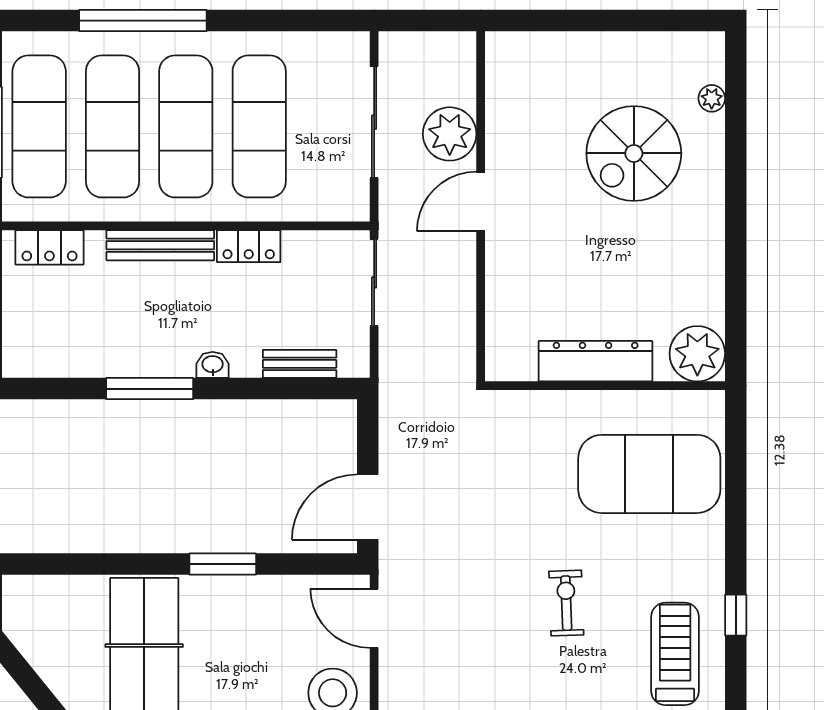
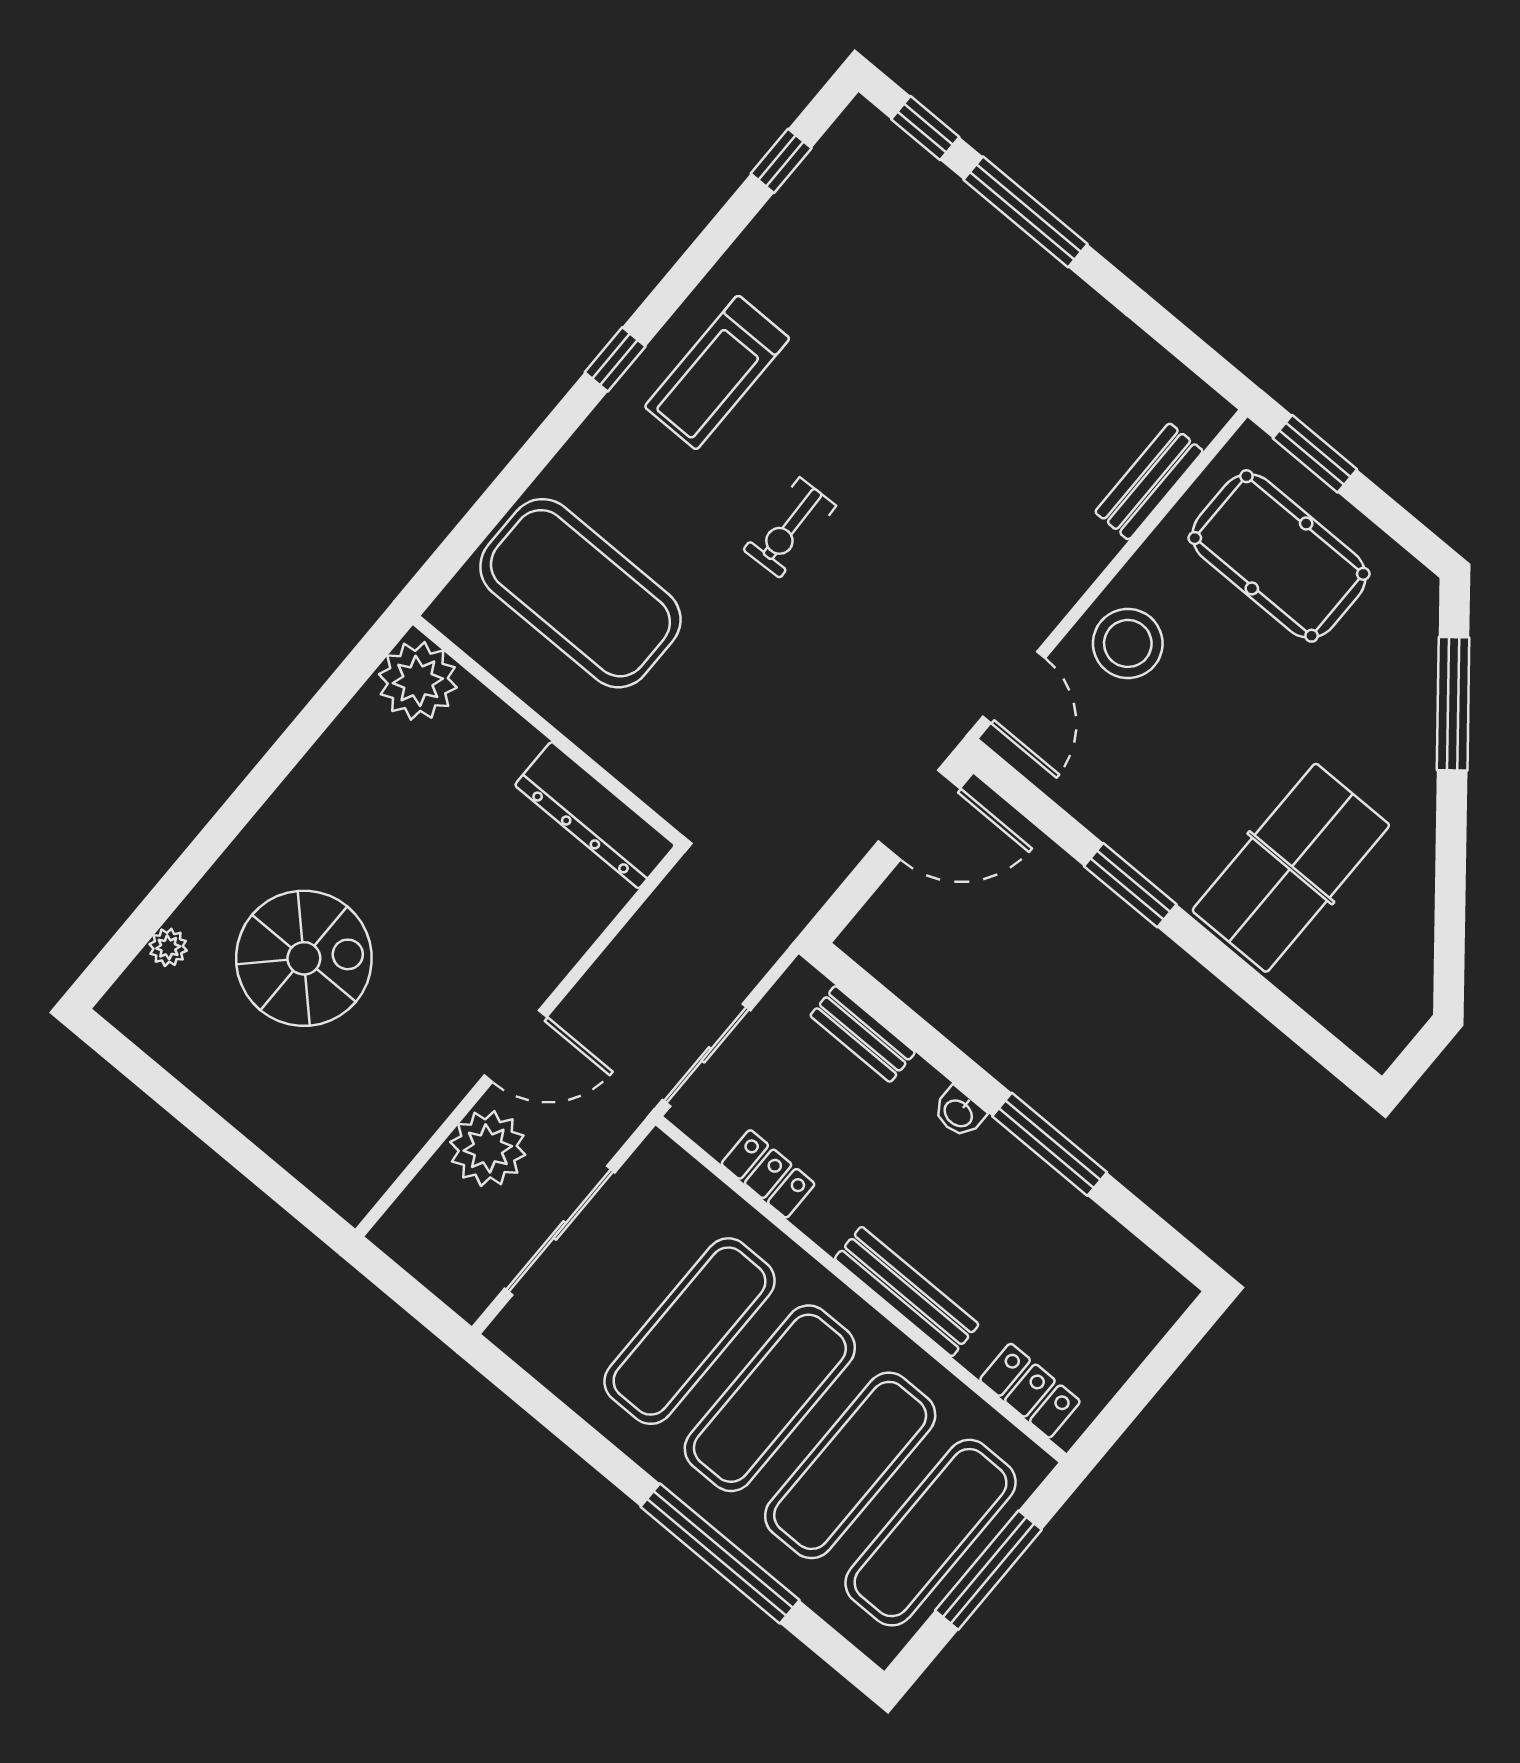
locker: (249, 246) -> (768, 1174), moved
dresser: (596, 361) -> (595, 815), moved

